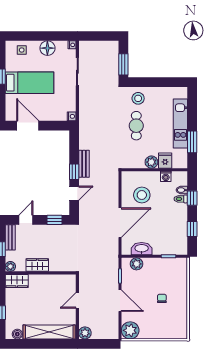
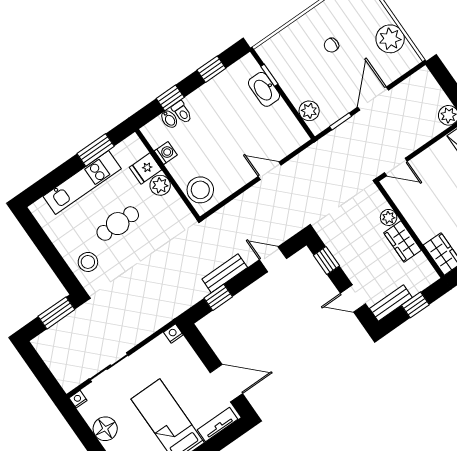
tv unit: (10, 107) -> (218, 424), added
door: (28, 126) -> (226, 383), swing flipped
cafe table: (136, 126) -> (118, 224), moved
window: (74, 172) -> (218, 297), moved
stool: (142, 195) -> (200, 190), moved
door: (120, 223) -> (270, 171), width x0.53
washbasin: (142, 249) -> (264, 89), moved
plant: (10, 266) -> (389, 217), moved
door: (77, 300) -> (396, 167), moved
plant: (130, 330) -> (390, 39), moved

